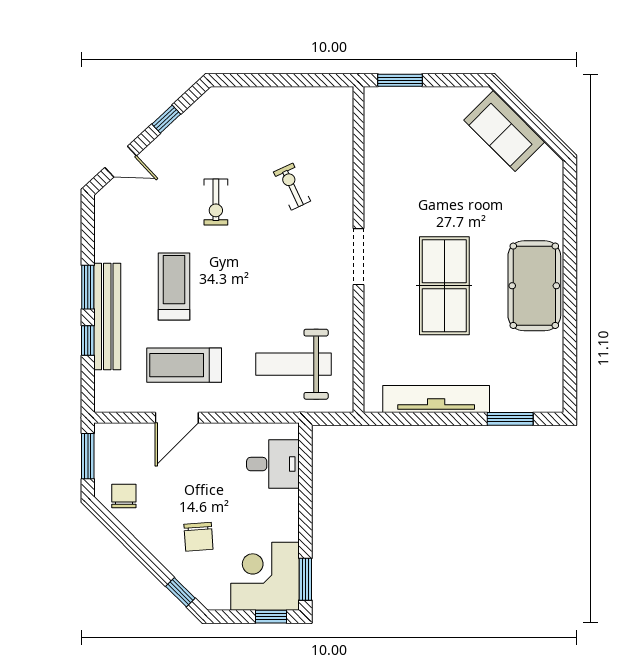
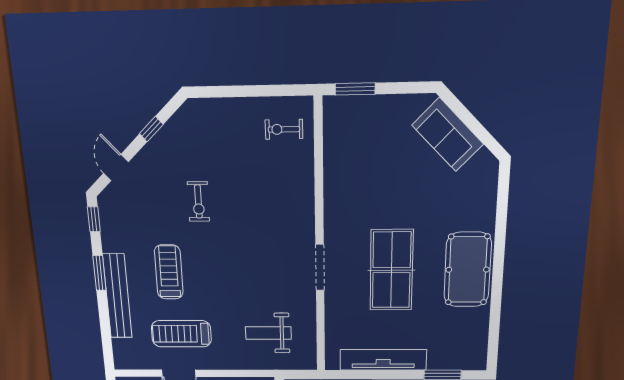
door: (121, 162) -> (116, 168), swing flipped
exercise bike: (292, 187) -> (284, 129), moved, turned -65
doorway: (359, 257) -> (320, 268), moved
window: (88, 340) -> (94, 219), moved
weight bench: (294, 364) -> (268, 333), width x0.73, depth x0.75

